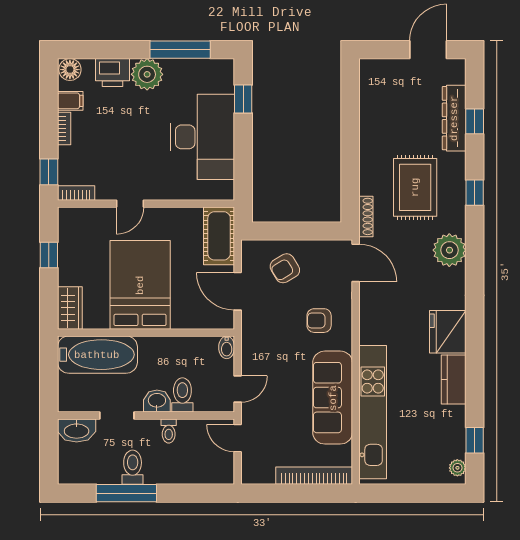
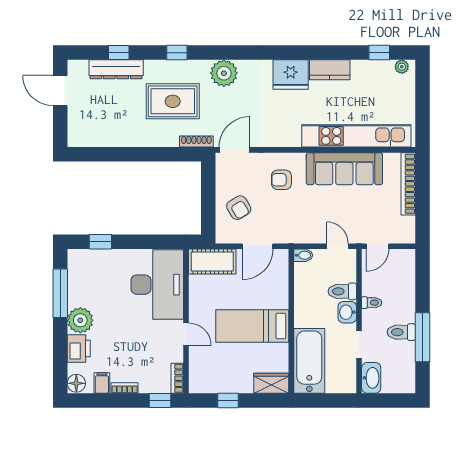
desk: (202, 137) -> (157, 285), moved, turned 90
bed: (140, 285) -> (252, 326), width x0.67
armchair: (319, 321) -> (281, 180), turned 90

